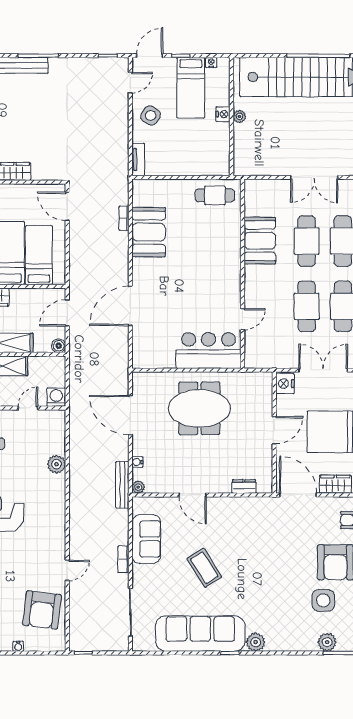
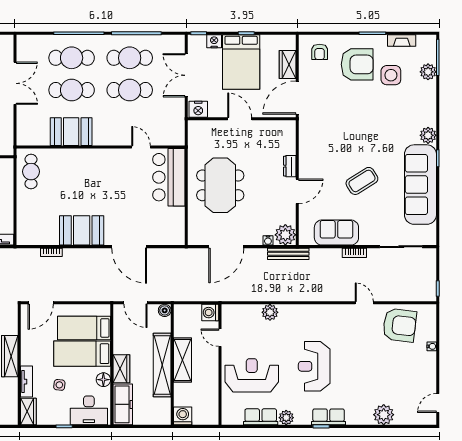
booth: (149, 232) -> (82, 230), moved
dresser: (244, 486) -> (290, 166), moved
plant: (138, 487) -> (285, 235), width x1.88, depth x1.88

